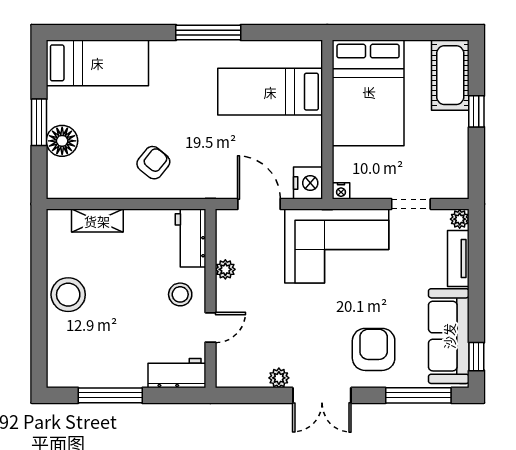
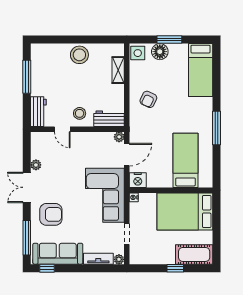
armchair: (153, 163) -> (148, 99), turned 77
side table: (65, 183) -> (138, 53), added
plant: (225, 269) -> (119, 137), moved

